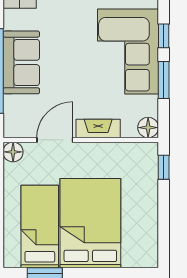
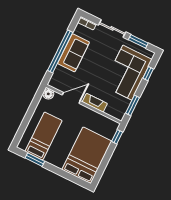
window: (164, 80) -> (133, 105), moved
floor lamp: (148, 128) -> (119, 114), removed
bed: (90, 223) -> (87, 155), moved

